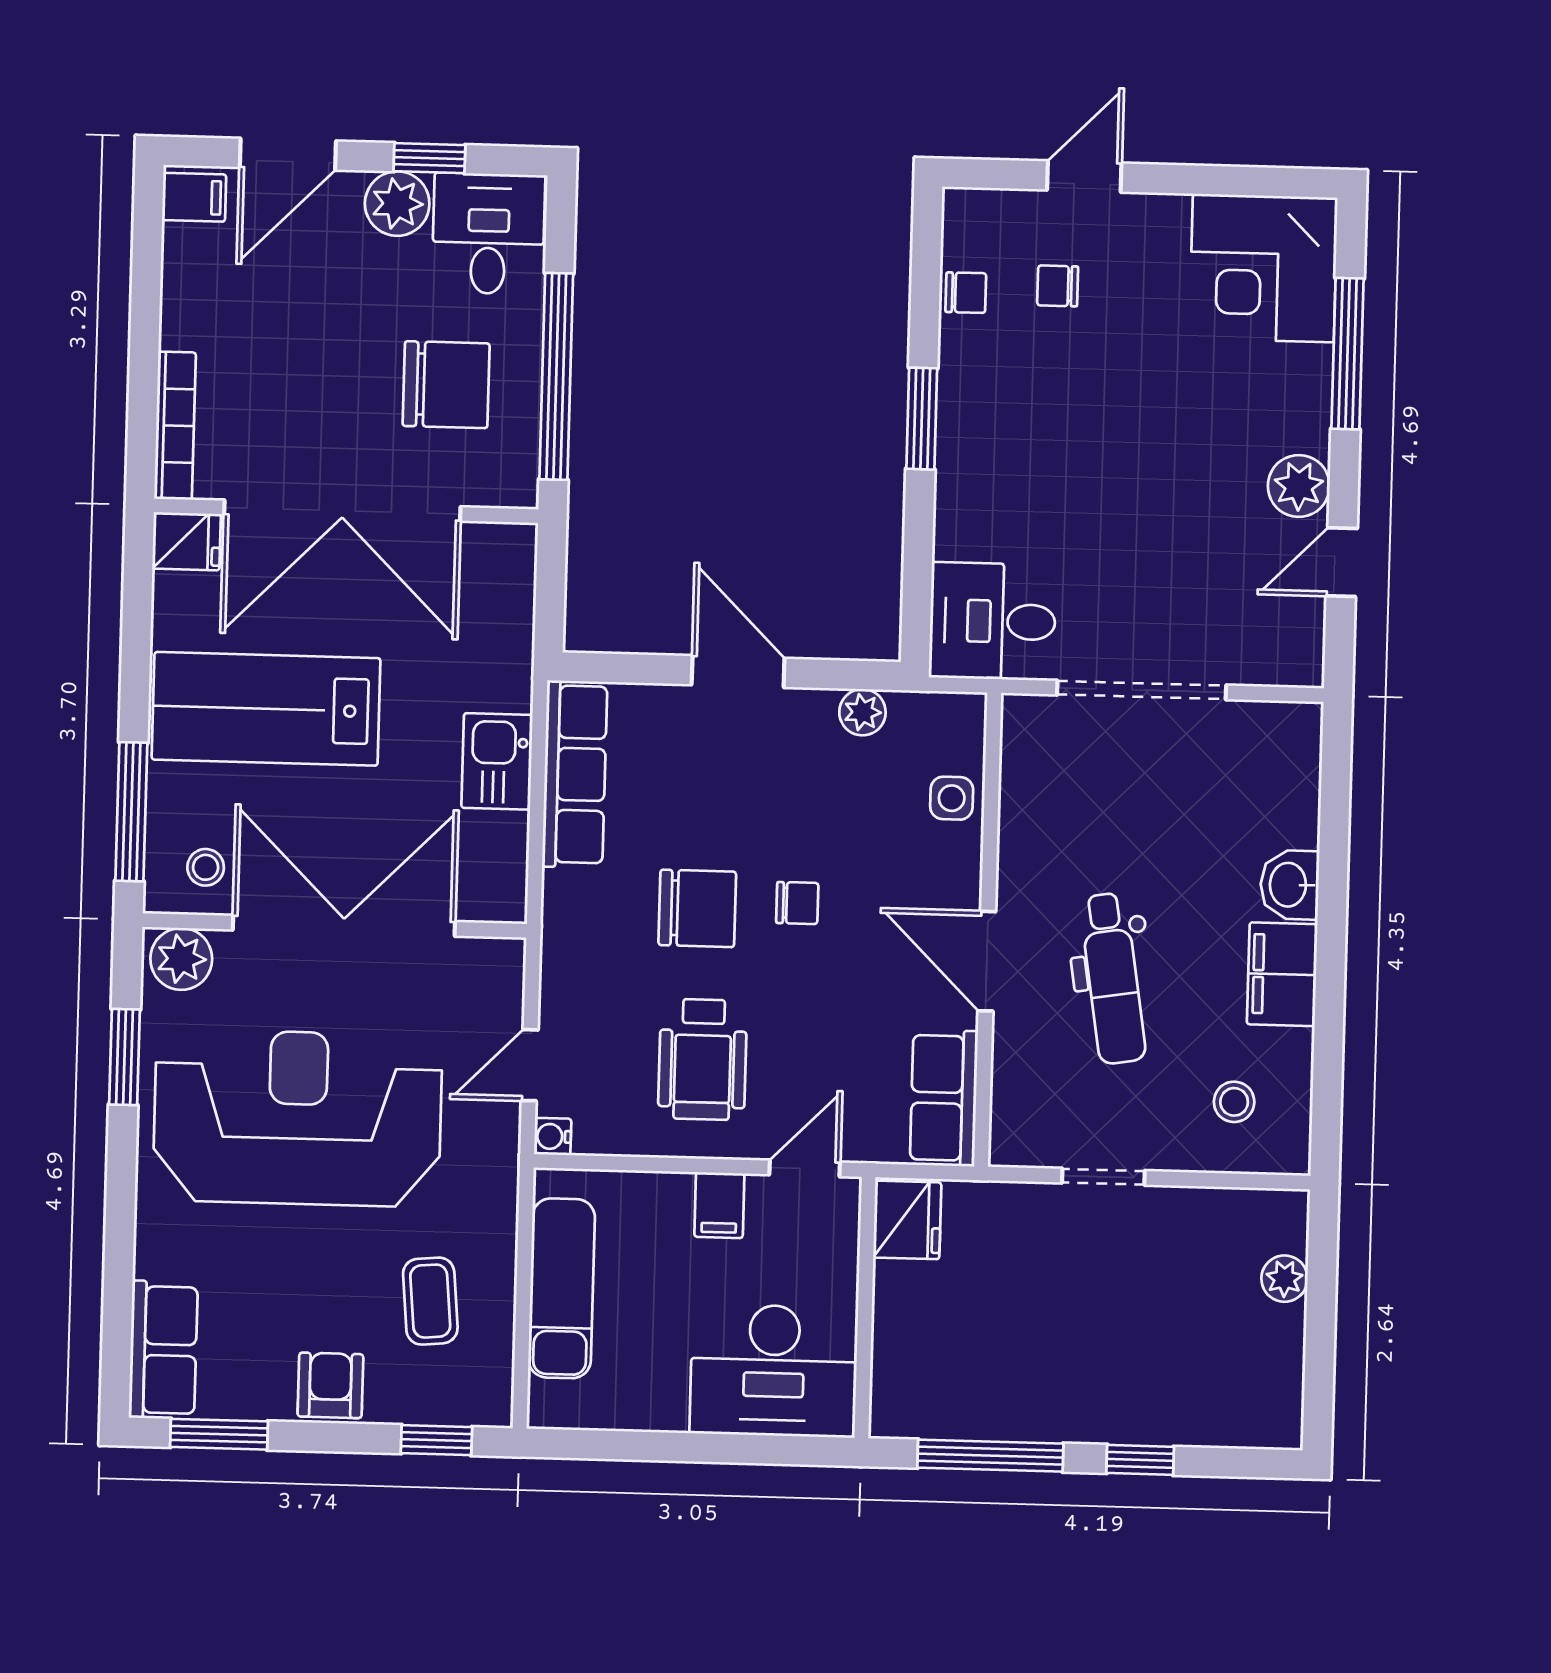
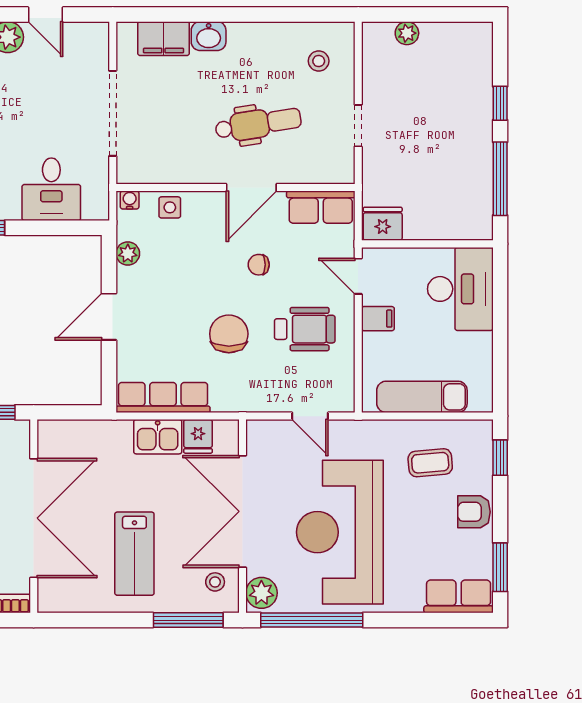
fridge: (187, 541) -> (198, 436), moved, turned 180
desk: (993, 621) -> (51, 189), moved
lab bench: (266, 709) -> (134, 554), width x0.73, depth x0.72
chair: (797, 903) -> (259, 265), moved, turned -90
filing cabinet: (1282, 974) -> (163, 39), moved
window: (125, 1057) -> (312, 620), width x2.11
water cooler: (553, 1136) -> (130, 200), moved, turned 180

